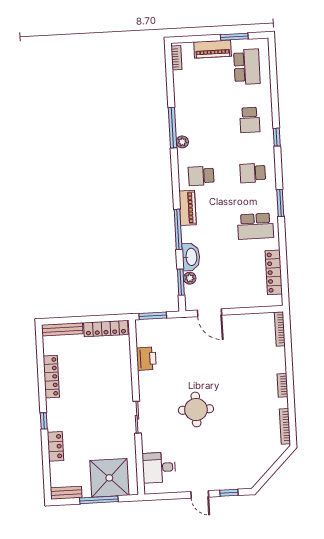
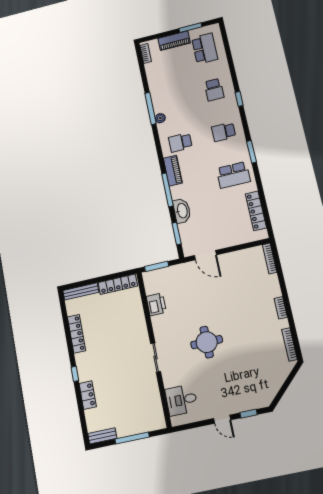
plant: (190, 278) -> (184, 229), removed
shower: (109, 478) -> (139, 416), removed

